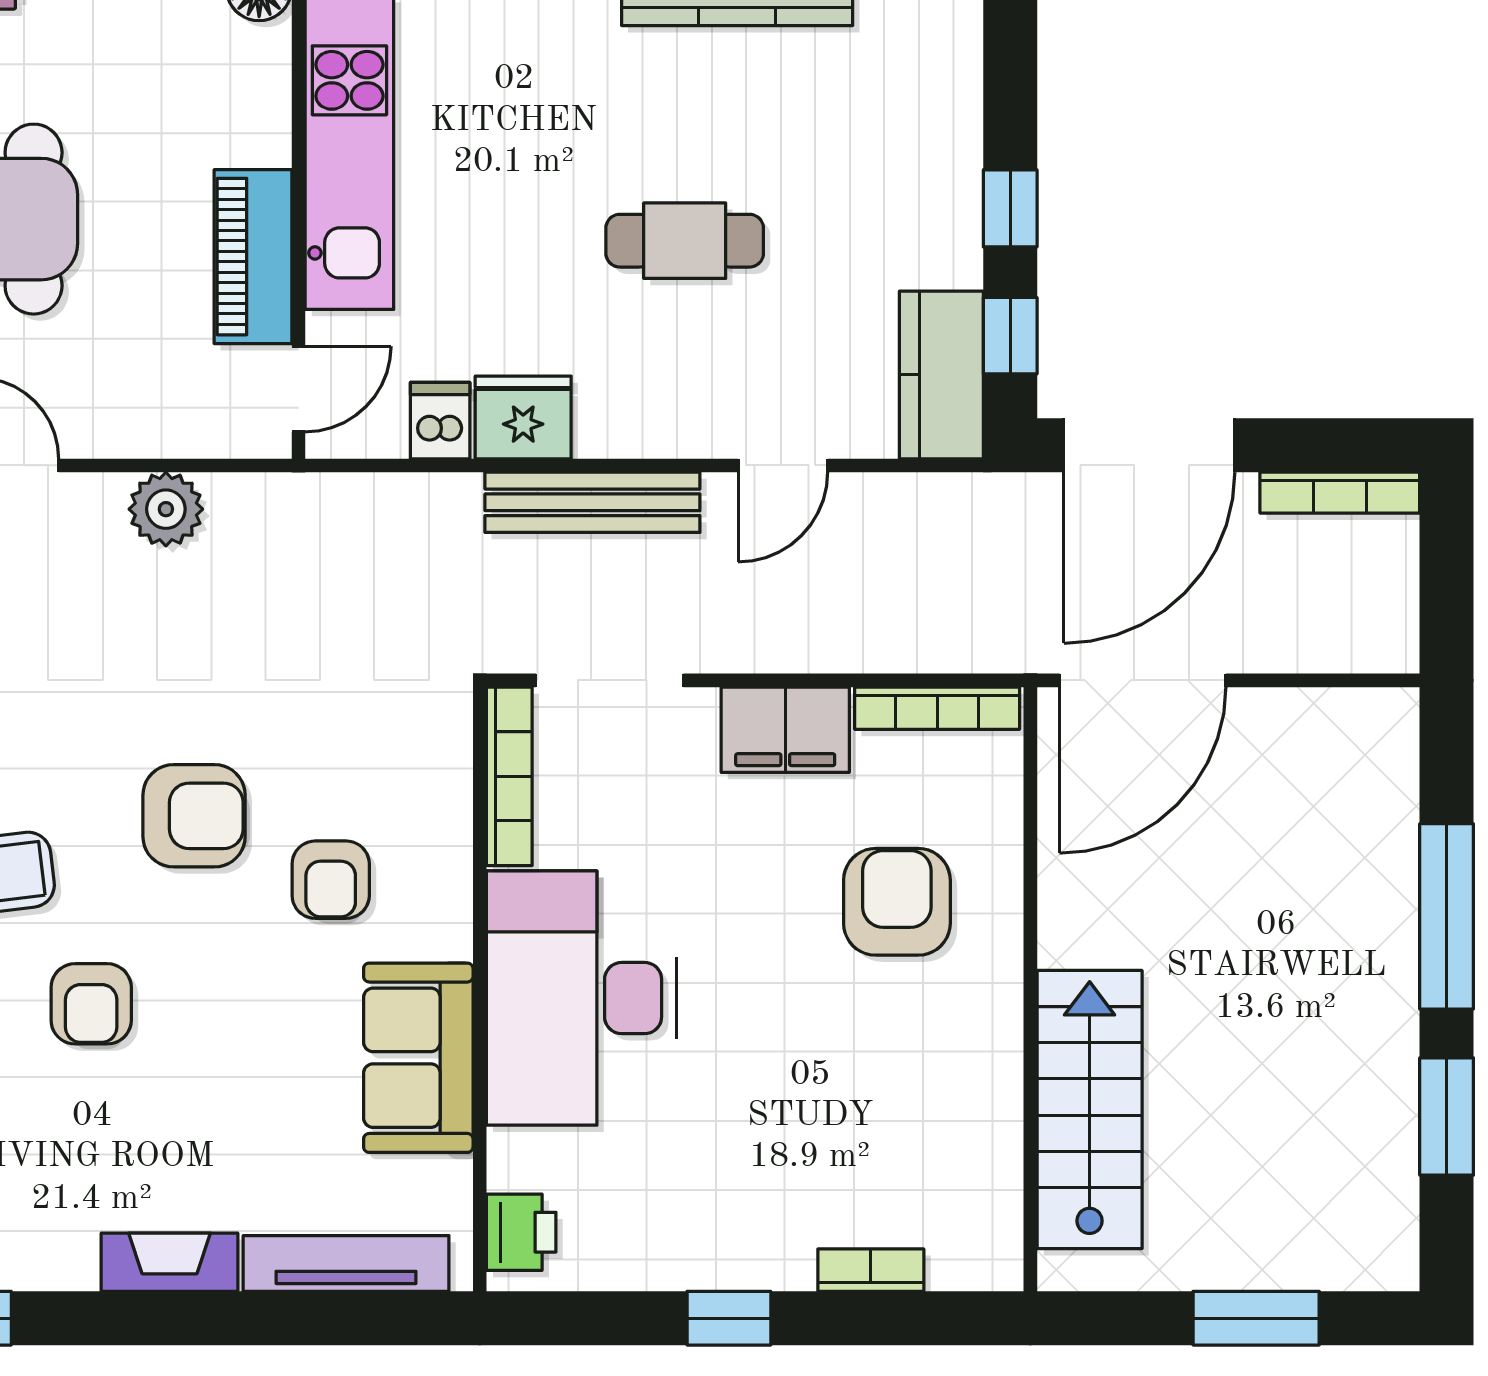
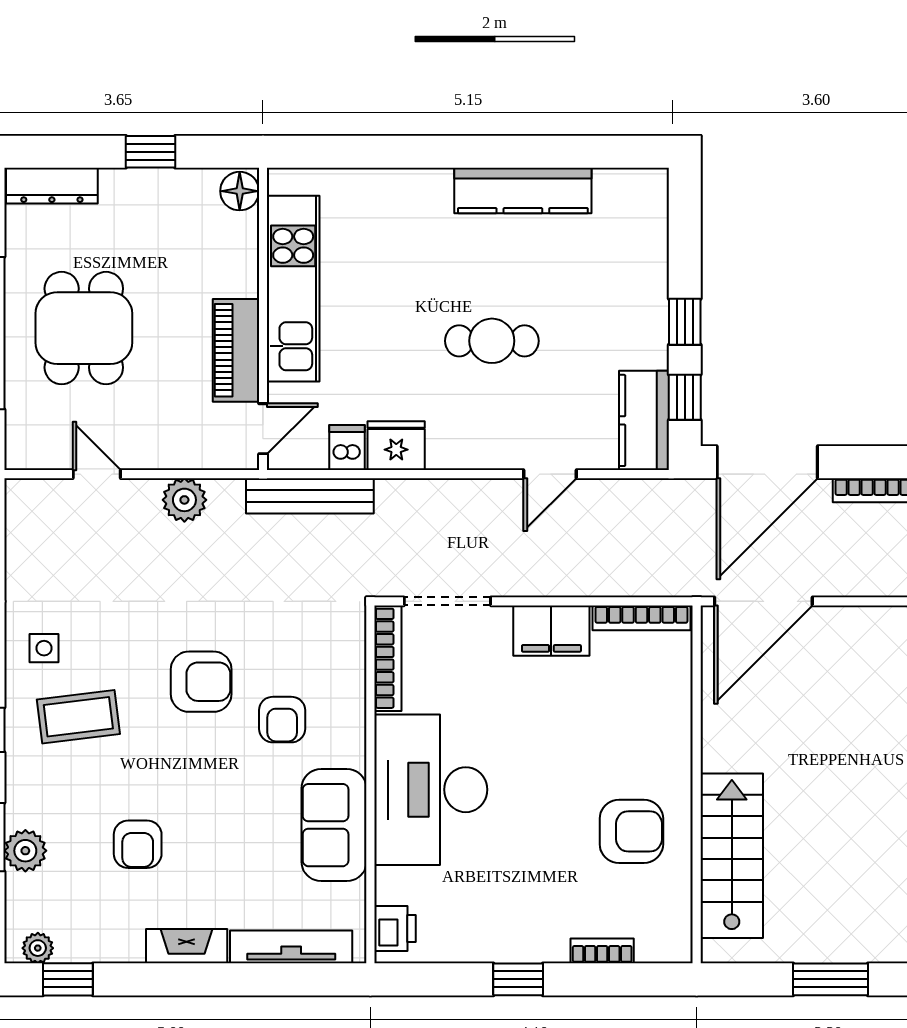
bench: (592, 502) -> (310, 496), moved
armchair: (897, 902) -> (631, 831), moved, turned 90
armchair: (91, 1004) -> (138, 844), moved

